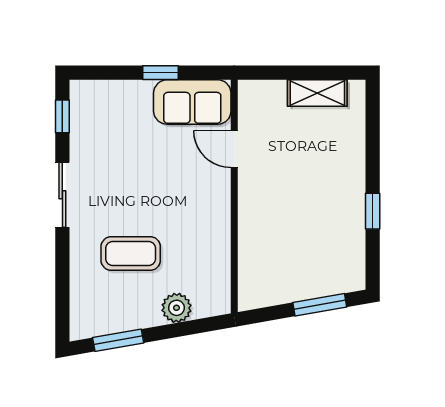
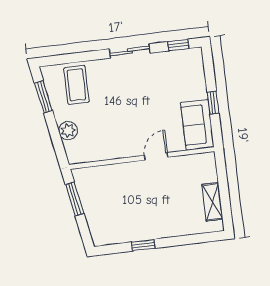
door: (234, 149) -> (156, 156), moved
coffee table: (131, 254) -> (76, 85), moved
window: (320, 305) -> (75, 199), moved

